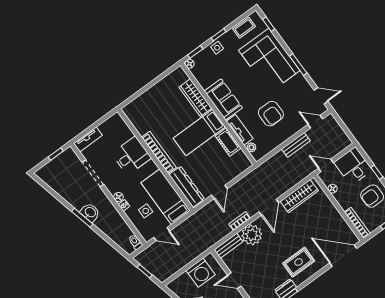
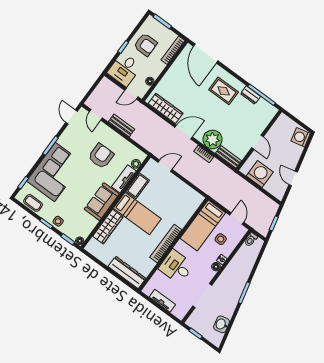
tv unit: (88, 139) -> (162, 301), moved
door: (326, 165) -> (131, 94), hinge flipped
dresser: (187, 187) -> (127, 272), moved, turned 90
door: (219, 192) -> (165, 166), moved
washbasin: (90, 212) -> (222, 324), moved

